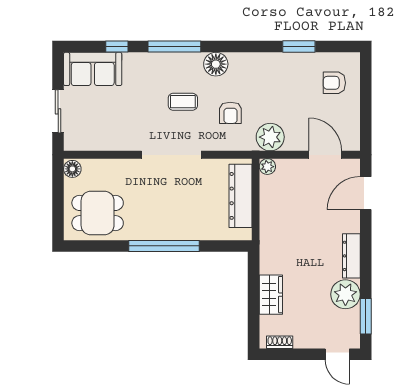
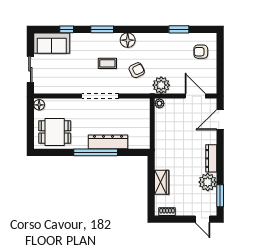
window: (174, 47) -> (102, 29), width x0.69
armchair: (230, 113) -> (137, 70), turned -116
dresser: (240, 196) -> (108, 142), moved, turned 90

